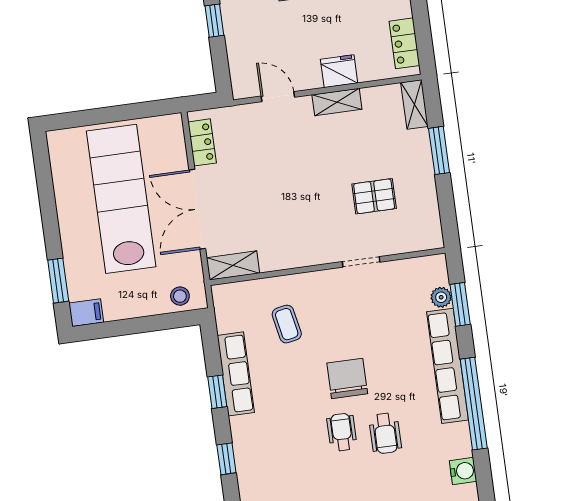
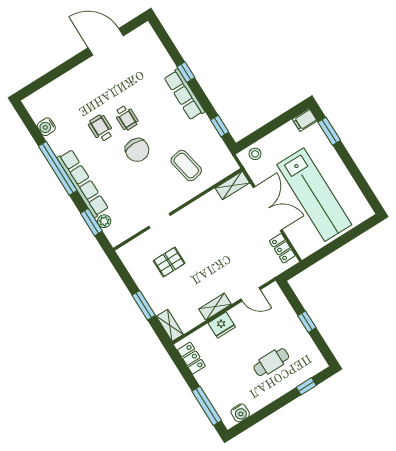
coffee table: (287, 324) -> (186, 166), width x1.36, depth x1.30
row of seats: (236, 374) -> (184, 94), moved
window: (217, 392) -> (220, 126), moved

